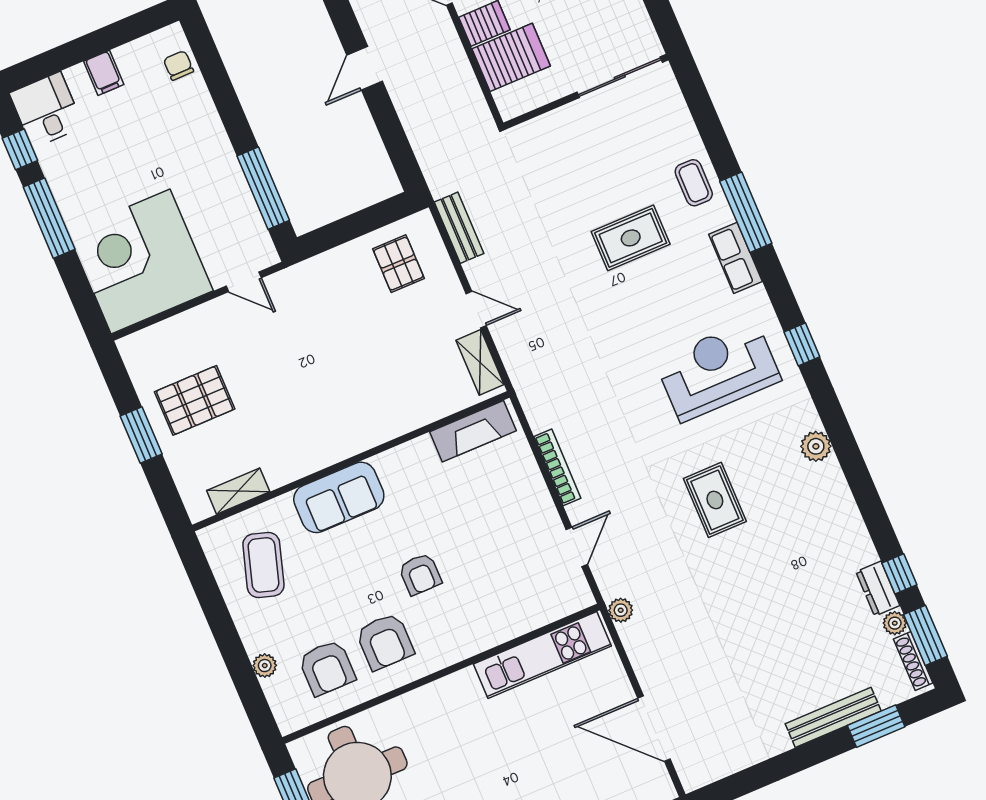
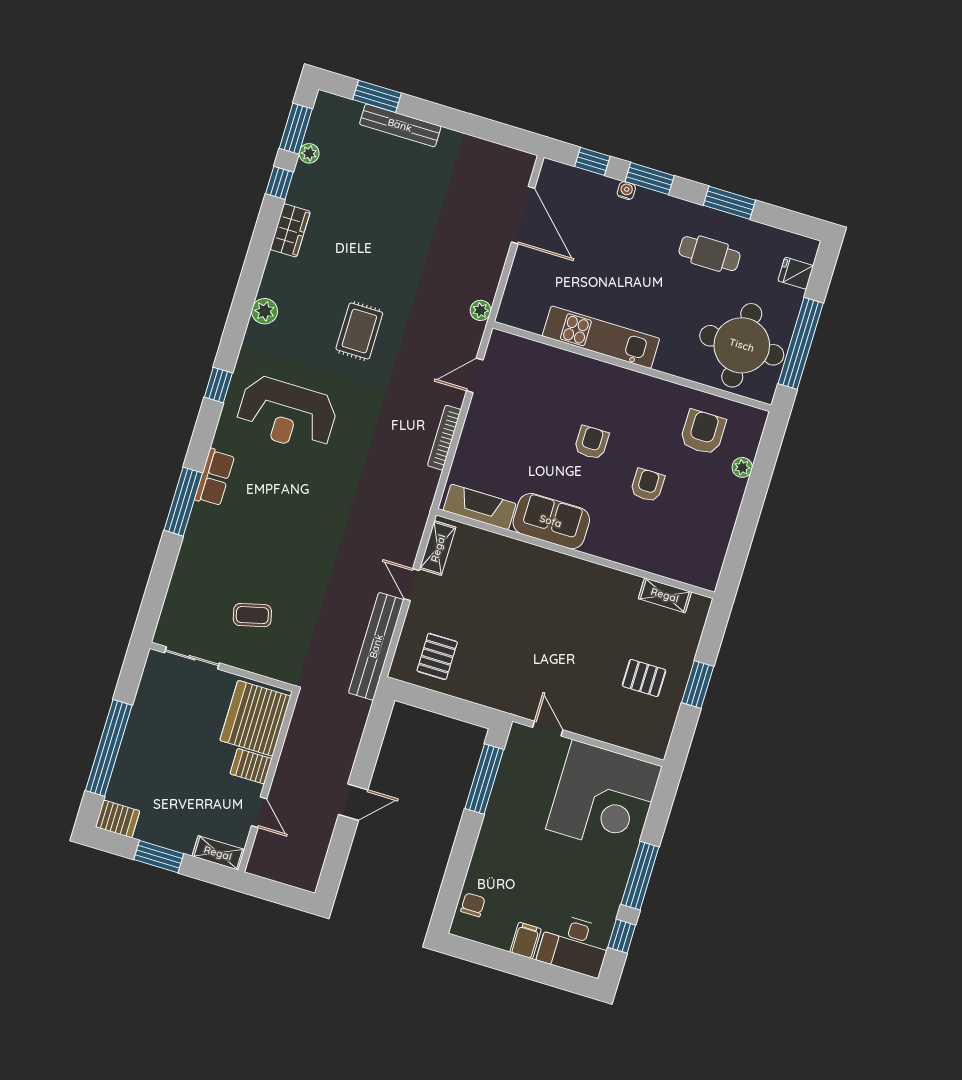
server rack: (511, 57) -> (255, 718), width x1.60
chair: (178, 65) -> (473, 905), turned 180
sliding door: (620, 77) -> (192, 658), width x0.73
desk: (46, 110) -> (574, 945), width x1.37
coffee table: (694, 183) -> (252, 615), moved, turned 76
bench: (459, 228) -> (376, 646), width x1.86, depth x1.21
rug: (631, 238) -> (272, 547), removed
pallet: (195, 400) -> (644, 678), width x0.67, depth x0.71
sofa: (339, 497) -> (551, 521), moved
wardrobe: (854, 539) -> (290, 230), added
coffee table: (263, 565) -> (688, 534), removed
dresser: (878, 589) -> (301, 185), removed
armchair: (385, 642) -> (647, 485), moved, width x0.72, depth x0.72
kitchen unit: (542, 655) -> (601, 337), moved
shoe rack: (913, 661) -> (318, 119), removed

